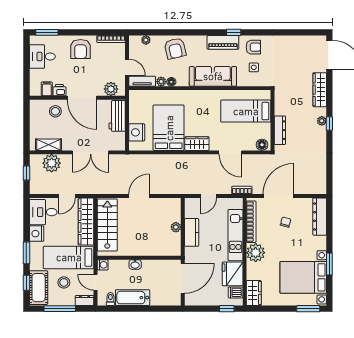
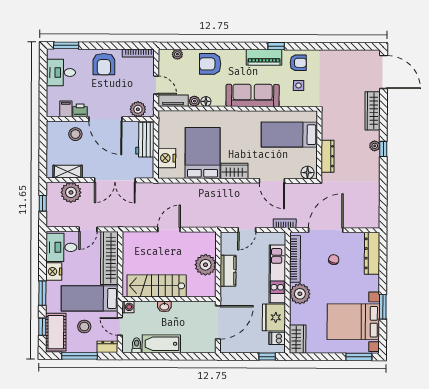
armchair: (175, 48) -> (210, 64), turned 103
stairs: (107, 225) -> (157, 286), moved, turned -90
plant: (176, 227) -> (205, 265), width x1.87, depth x1.87

